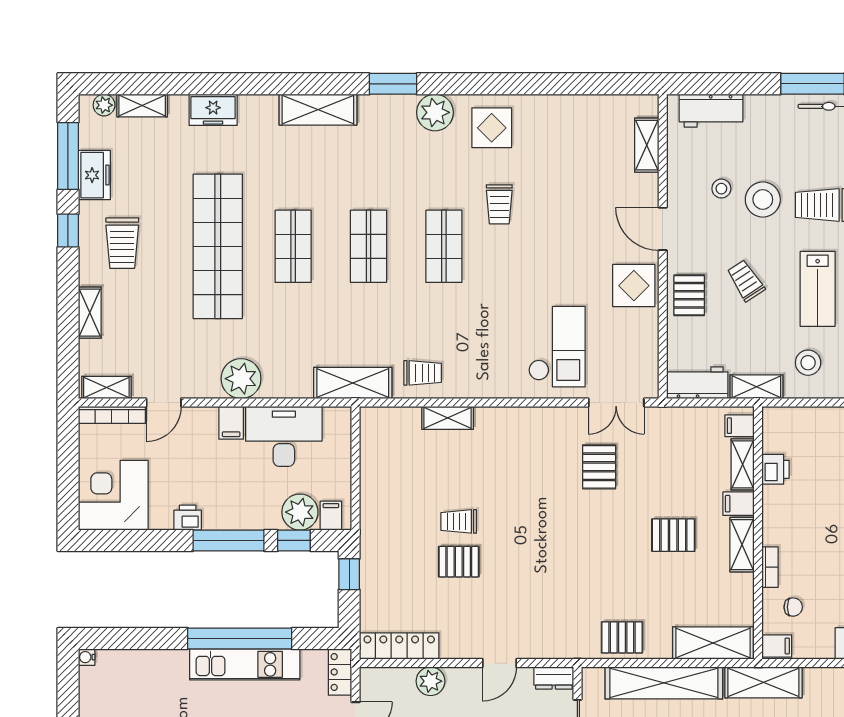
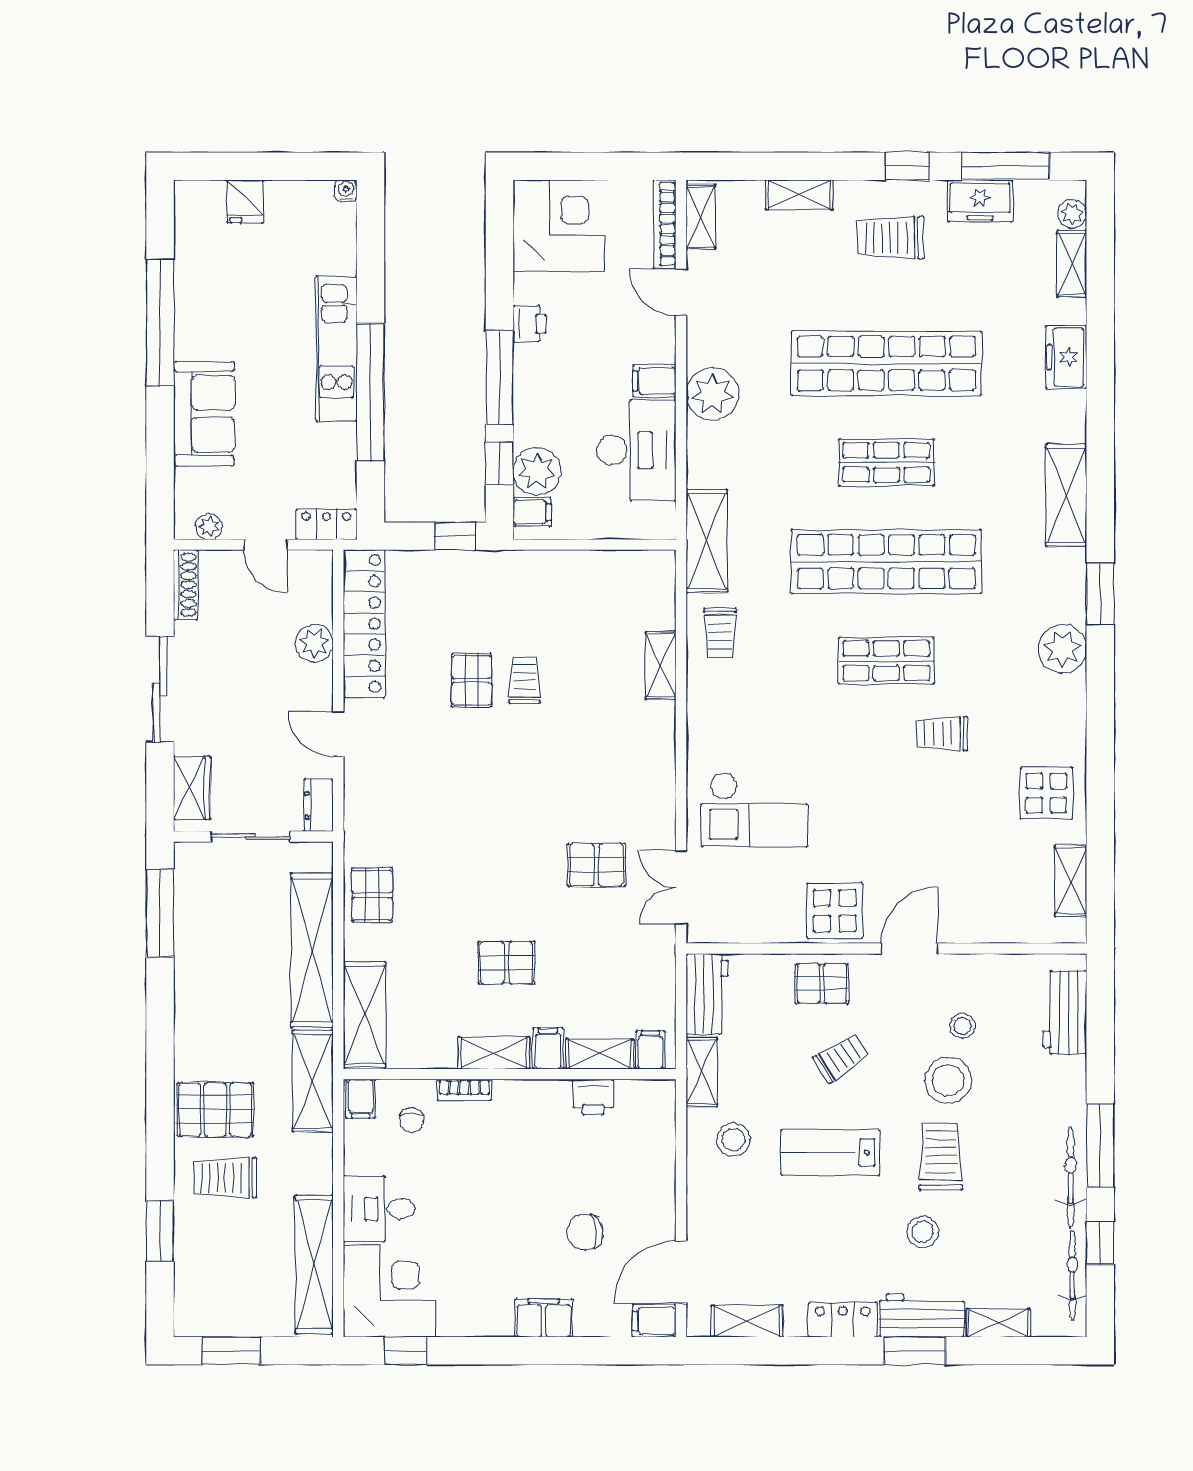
display table: (492, 128) -> (1047, 793), moved
shelving: (647, 145) -> (1071, 881), moved, turned 90
shop shelf: (369, 246) -> (886, 562), width x2.00, depth x1.36
pallet: (673, 535) -> (506, 963), turned 90
locker: (399, 646) -> (364, 624), width x1.41, depth x1.21
kitchen unit: (245, 664) -> (336, 349), moved

